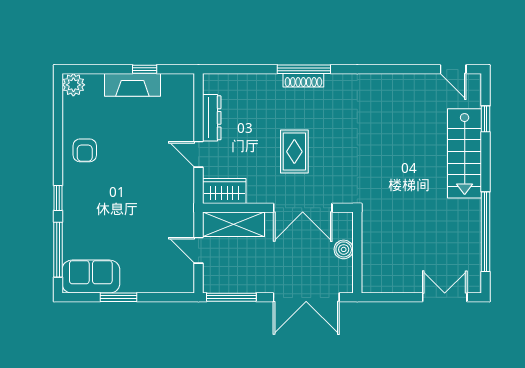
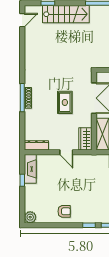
fireplace: (132, 85) -> (30, 169), moved
dresser: (212, 118) -> (36, 145), moved
rug: (294, 152) -> (65, 102), turned 90
door: (198, 154) -> (66, 152), hinge flipped

